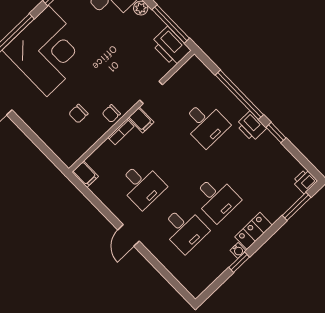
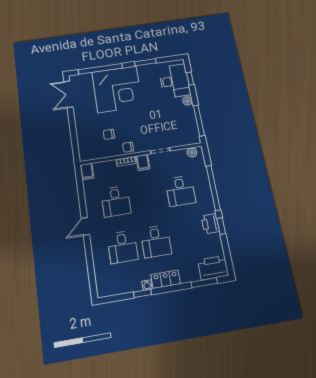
printer: (171, 47) -> (190, 133), removed
plant: (188, 69) -> (192, 152), added
printer: (251, 126) -> (210, 224), moved
printer: (305, 181) -> (213, 268), width x1.87, depth x1.48

